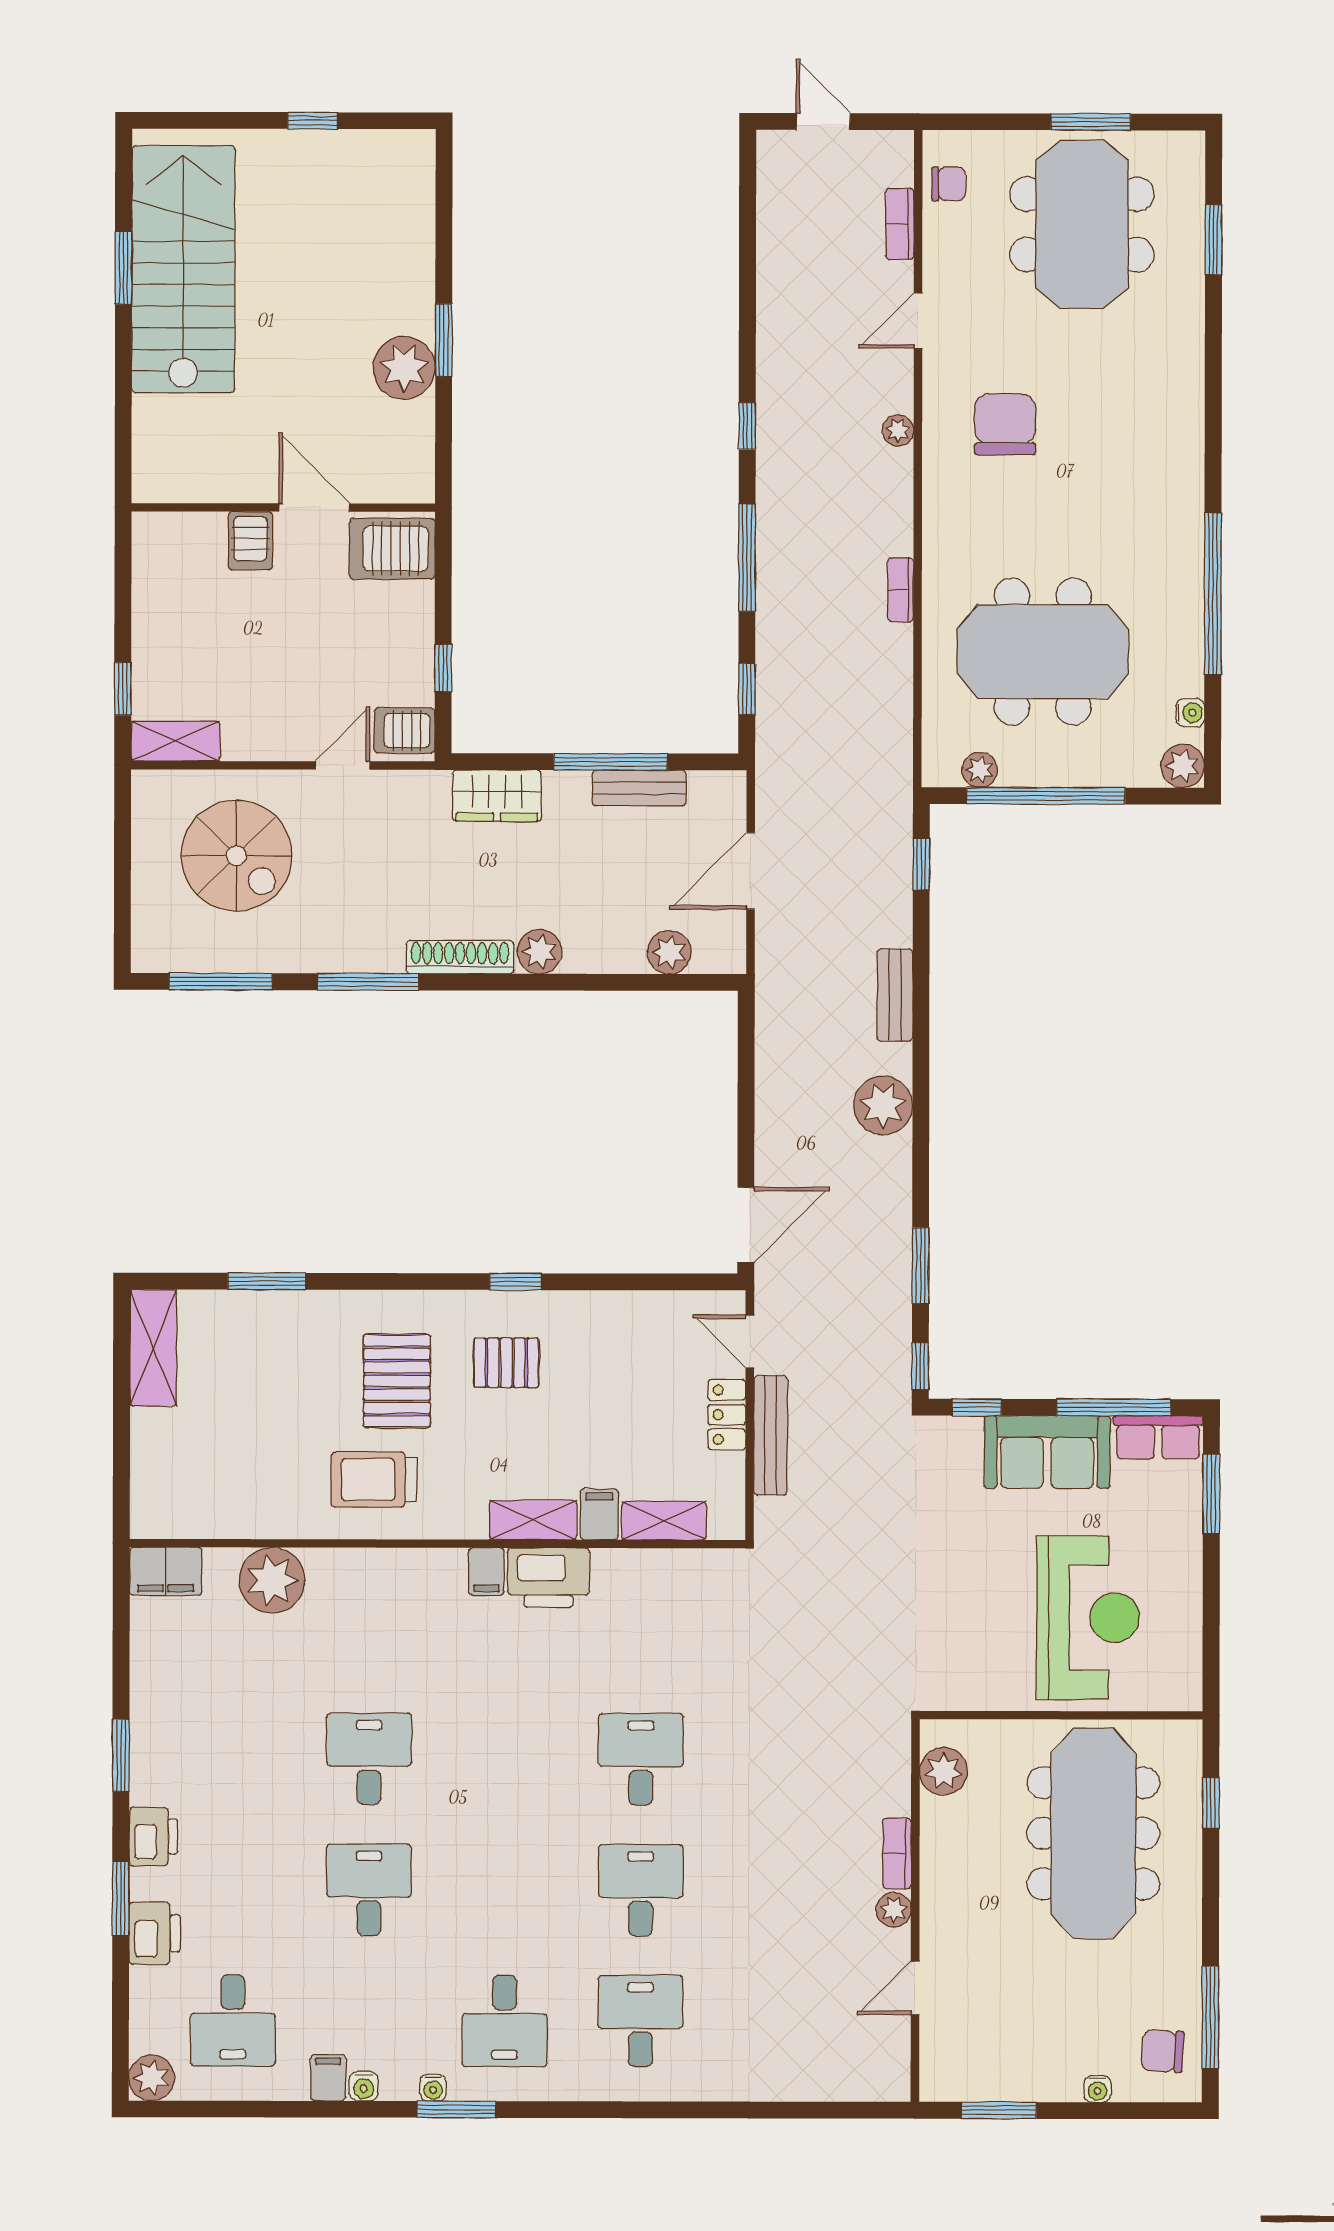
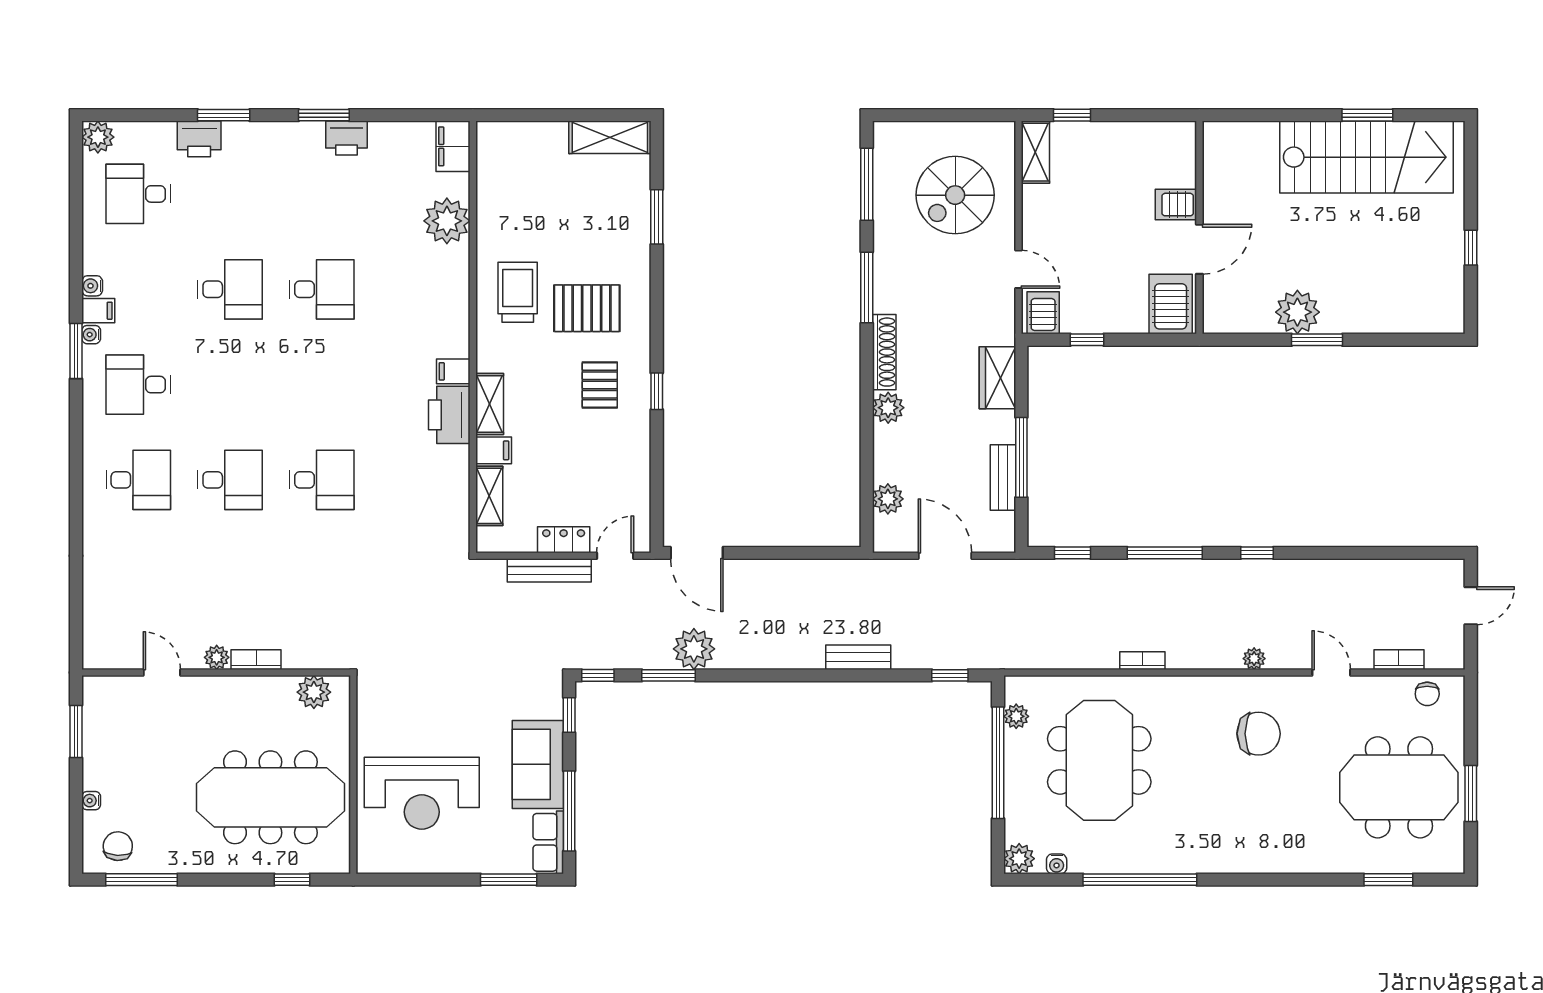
plant: (883, 1105) -> (694, 649), moved
printer: (153, 1836) -> (347, 138), moved
filing cabinet: (328, 2078) -> (98, 311), moved

